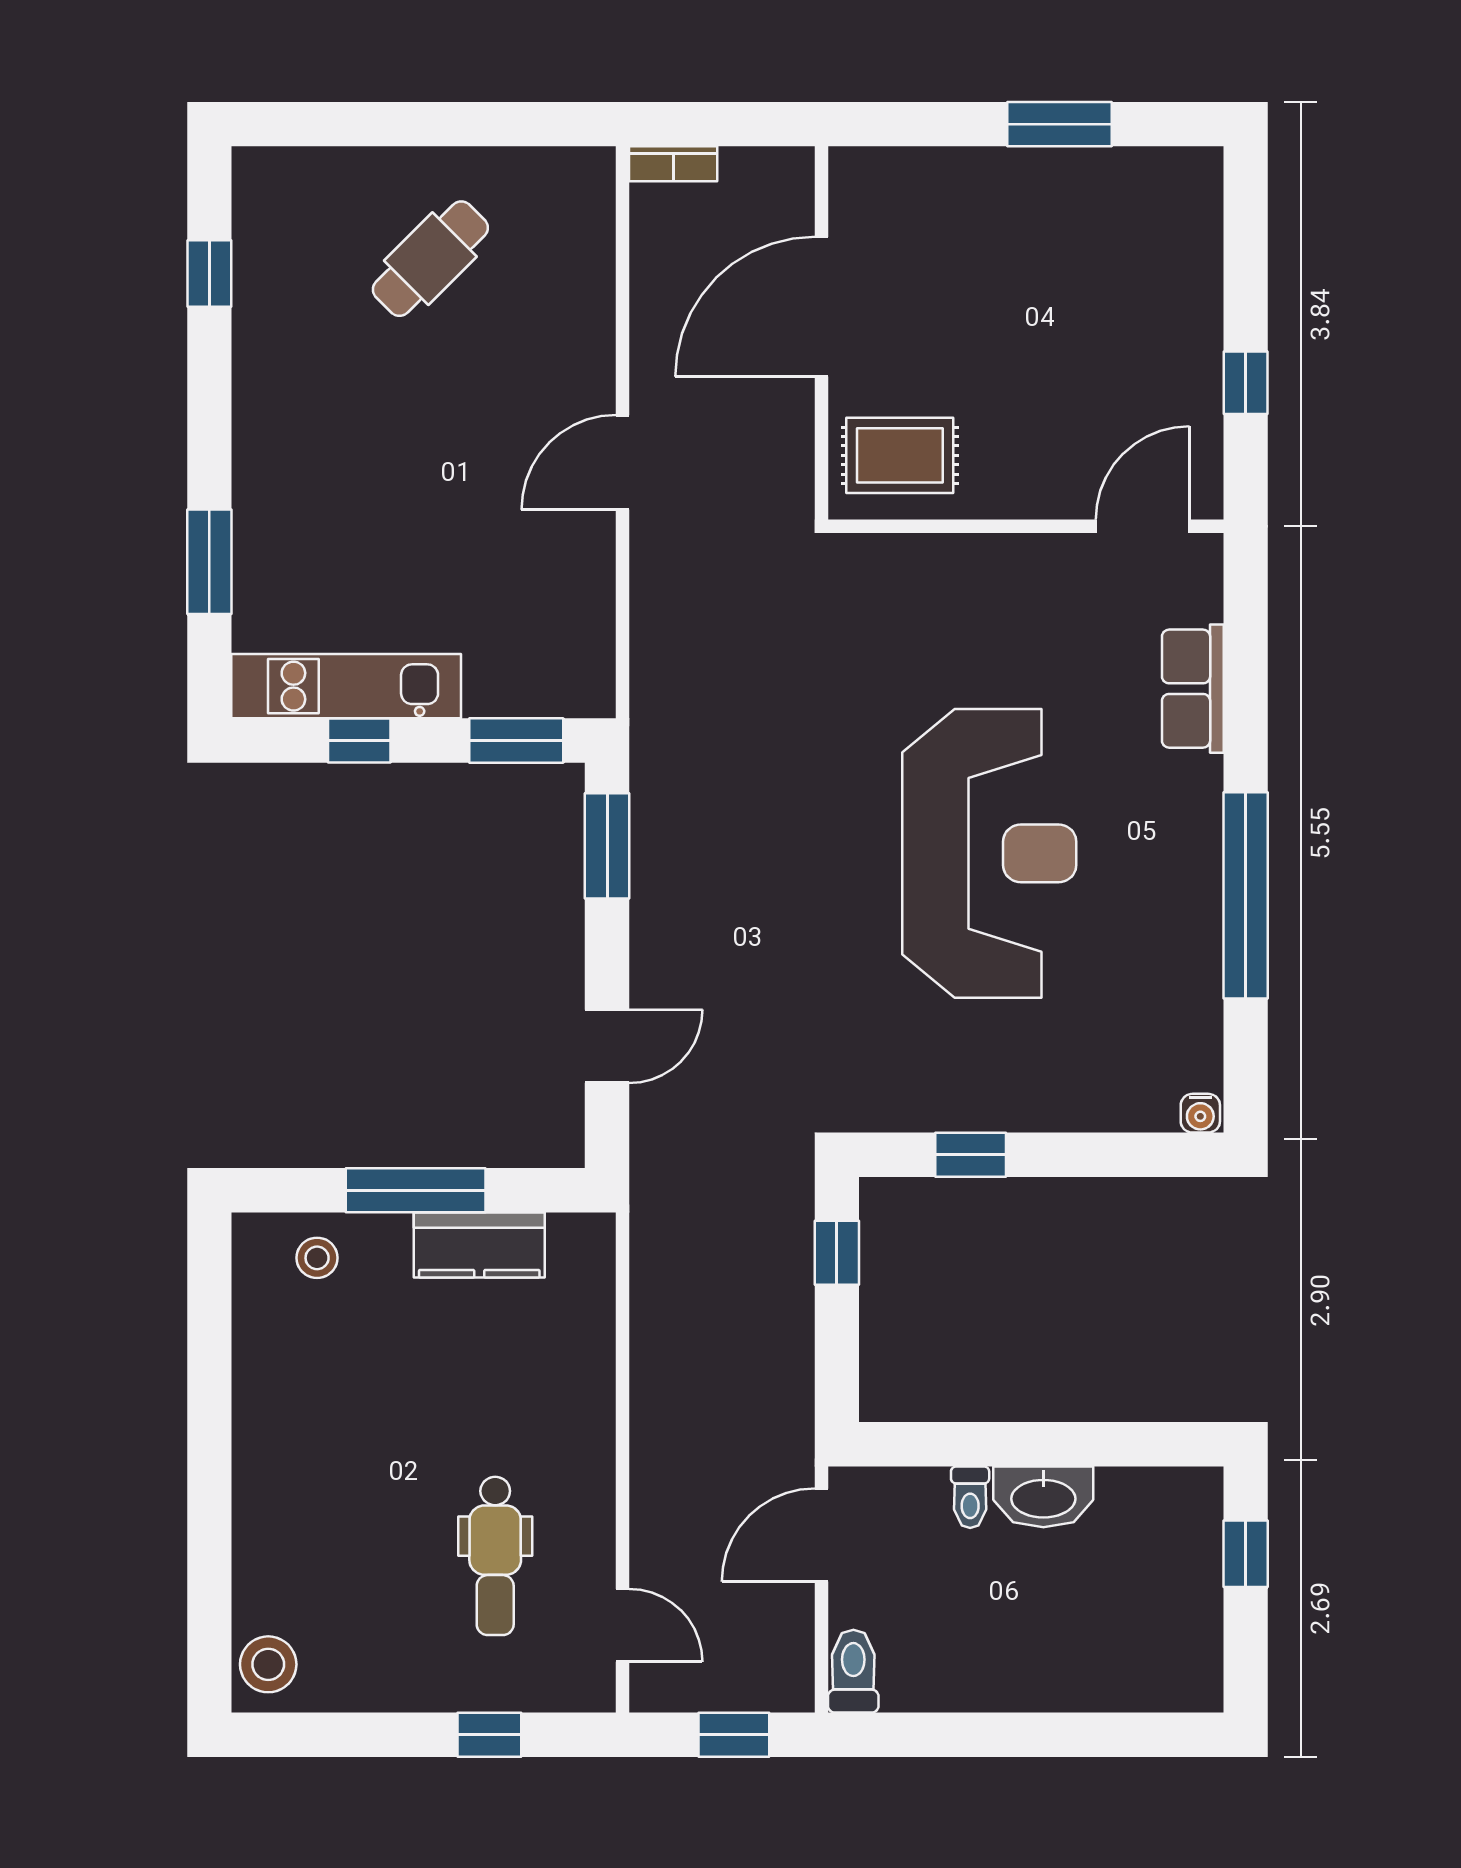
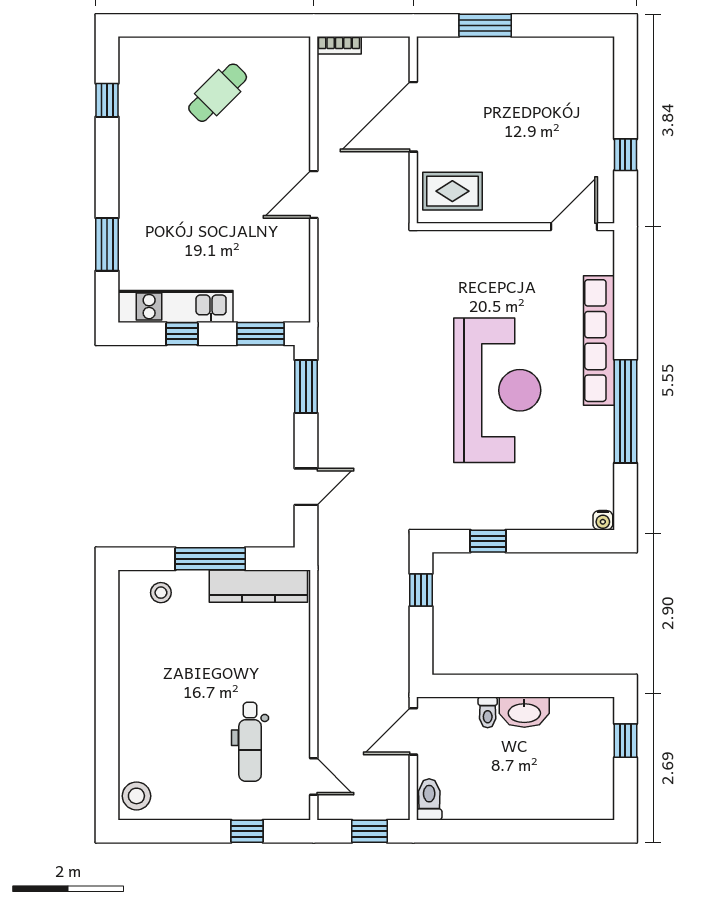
window: (1060, 124) -> (485, 25), moved
row of seats: (1193, 689) -> (599, 341), width x2.02
kitchen counter: (479, 1245) -> (258, 586), width x1.50

